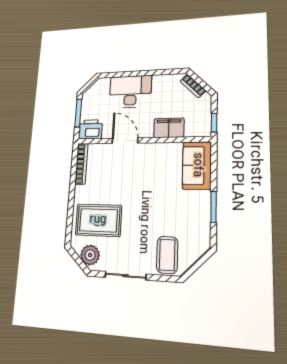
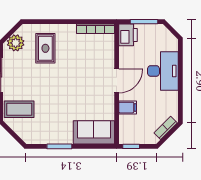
filing cabinet: (169, 128) -> (128, 108), width x0.50
door: (125, 141) -> (117, 81), moved
rug: (98, 220) -> (45, 48), width x0.73, depth x0.70

